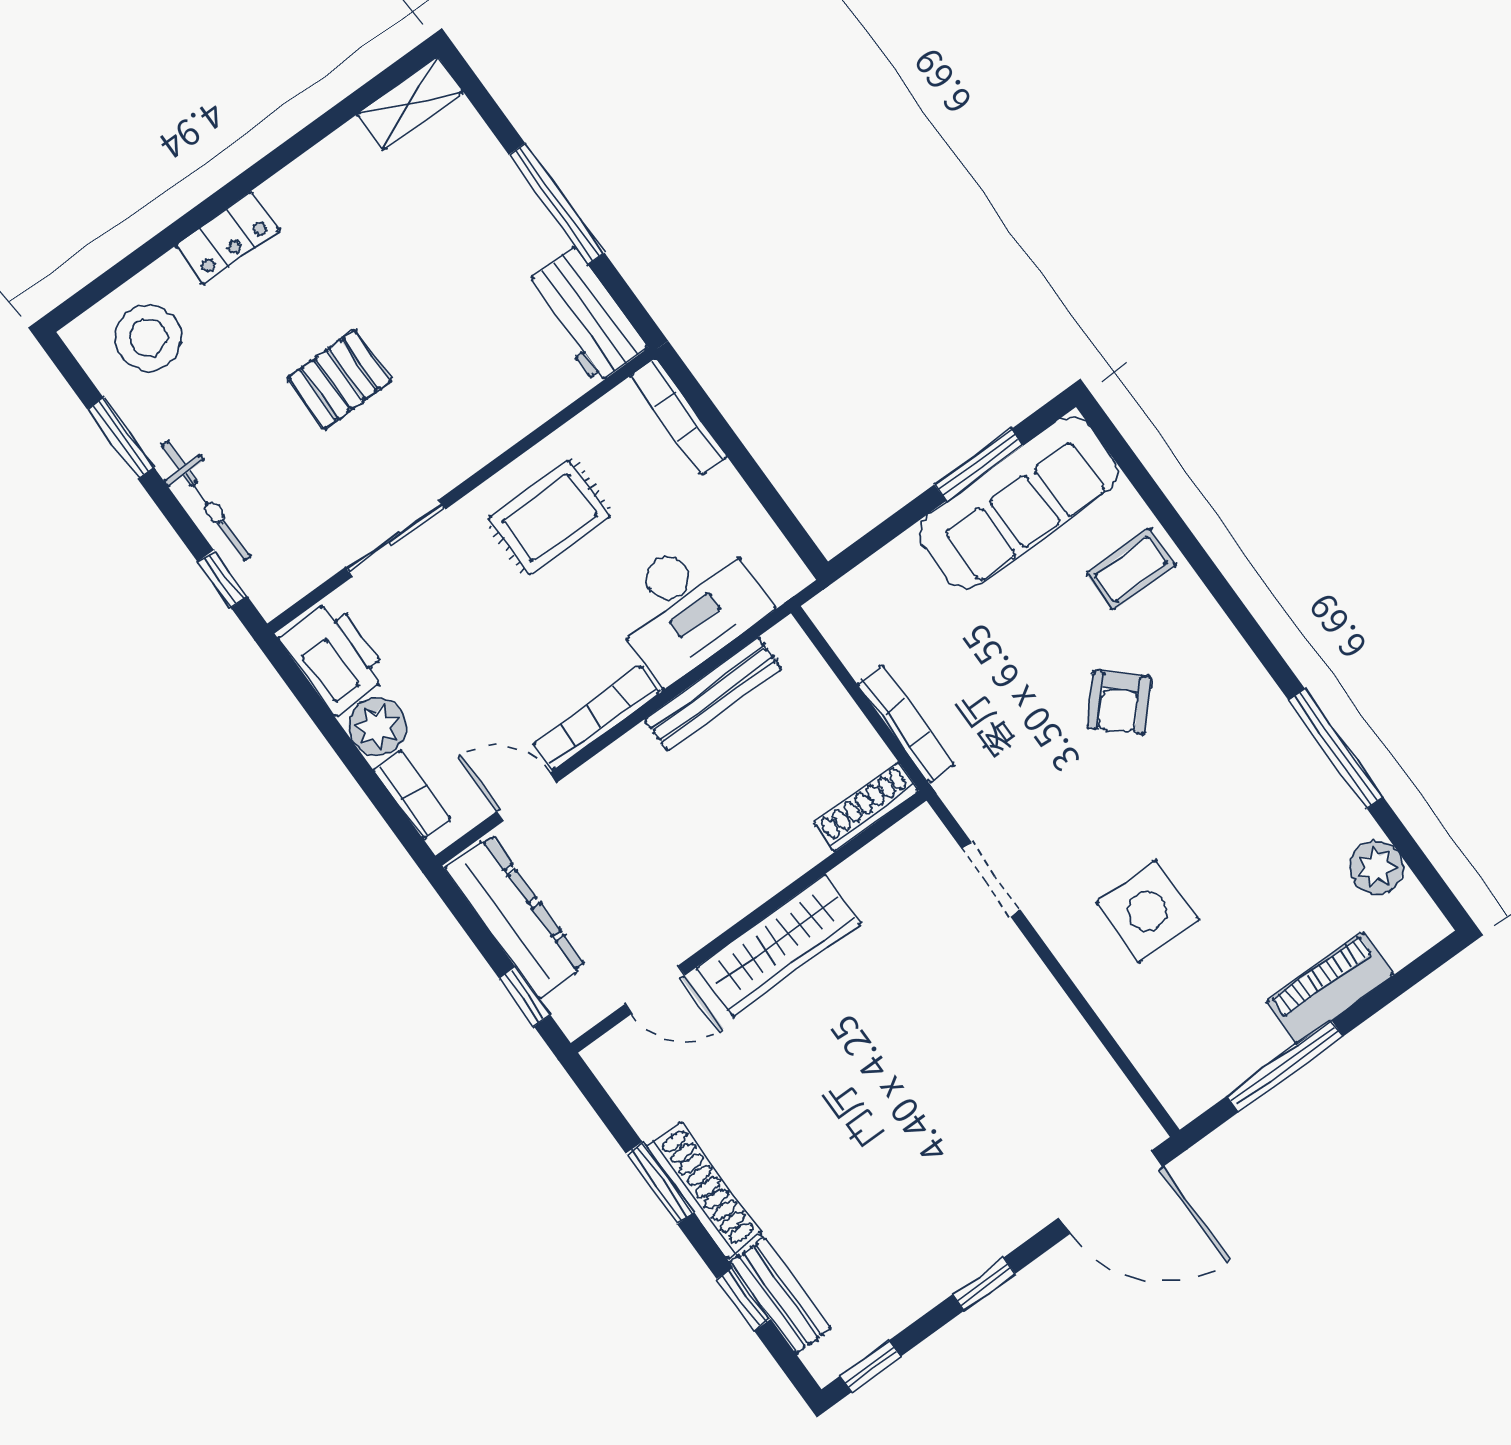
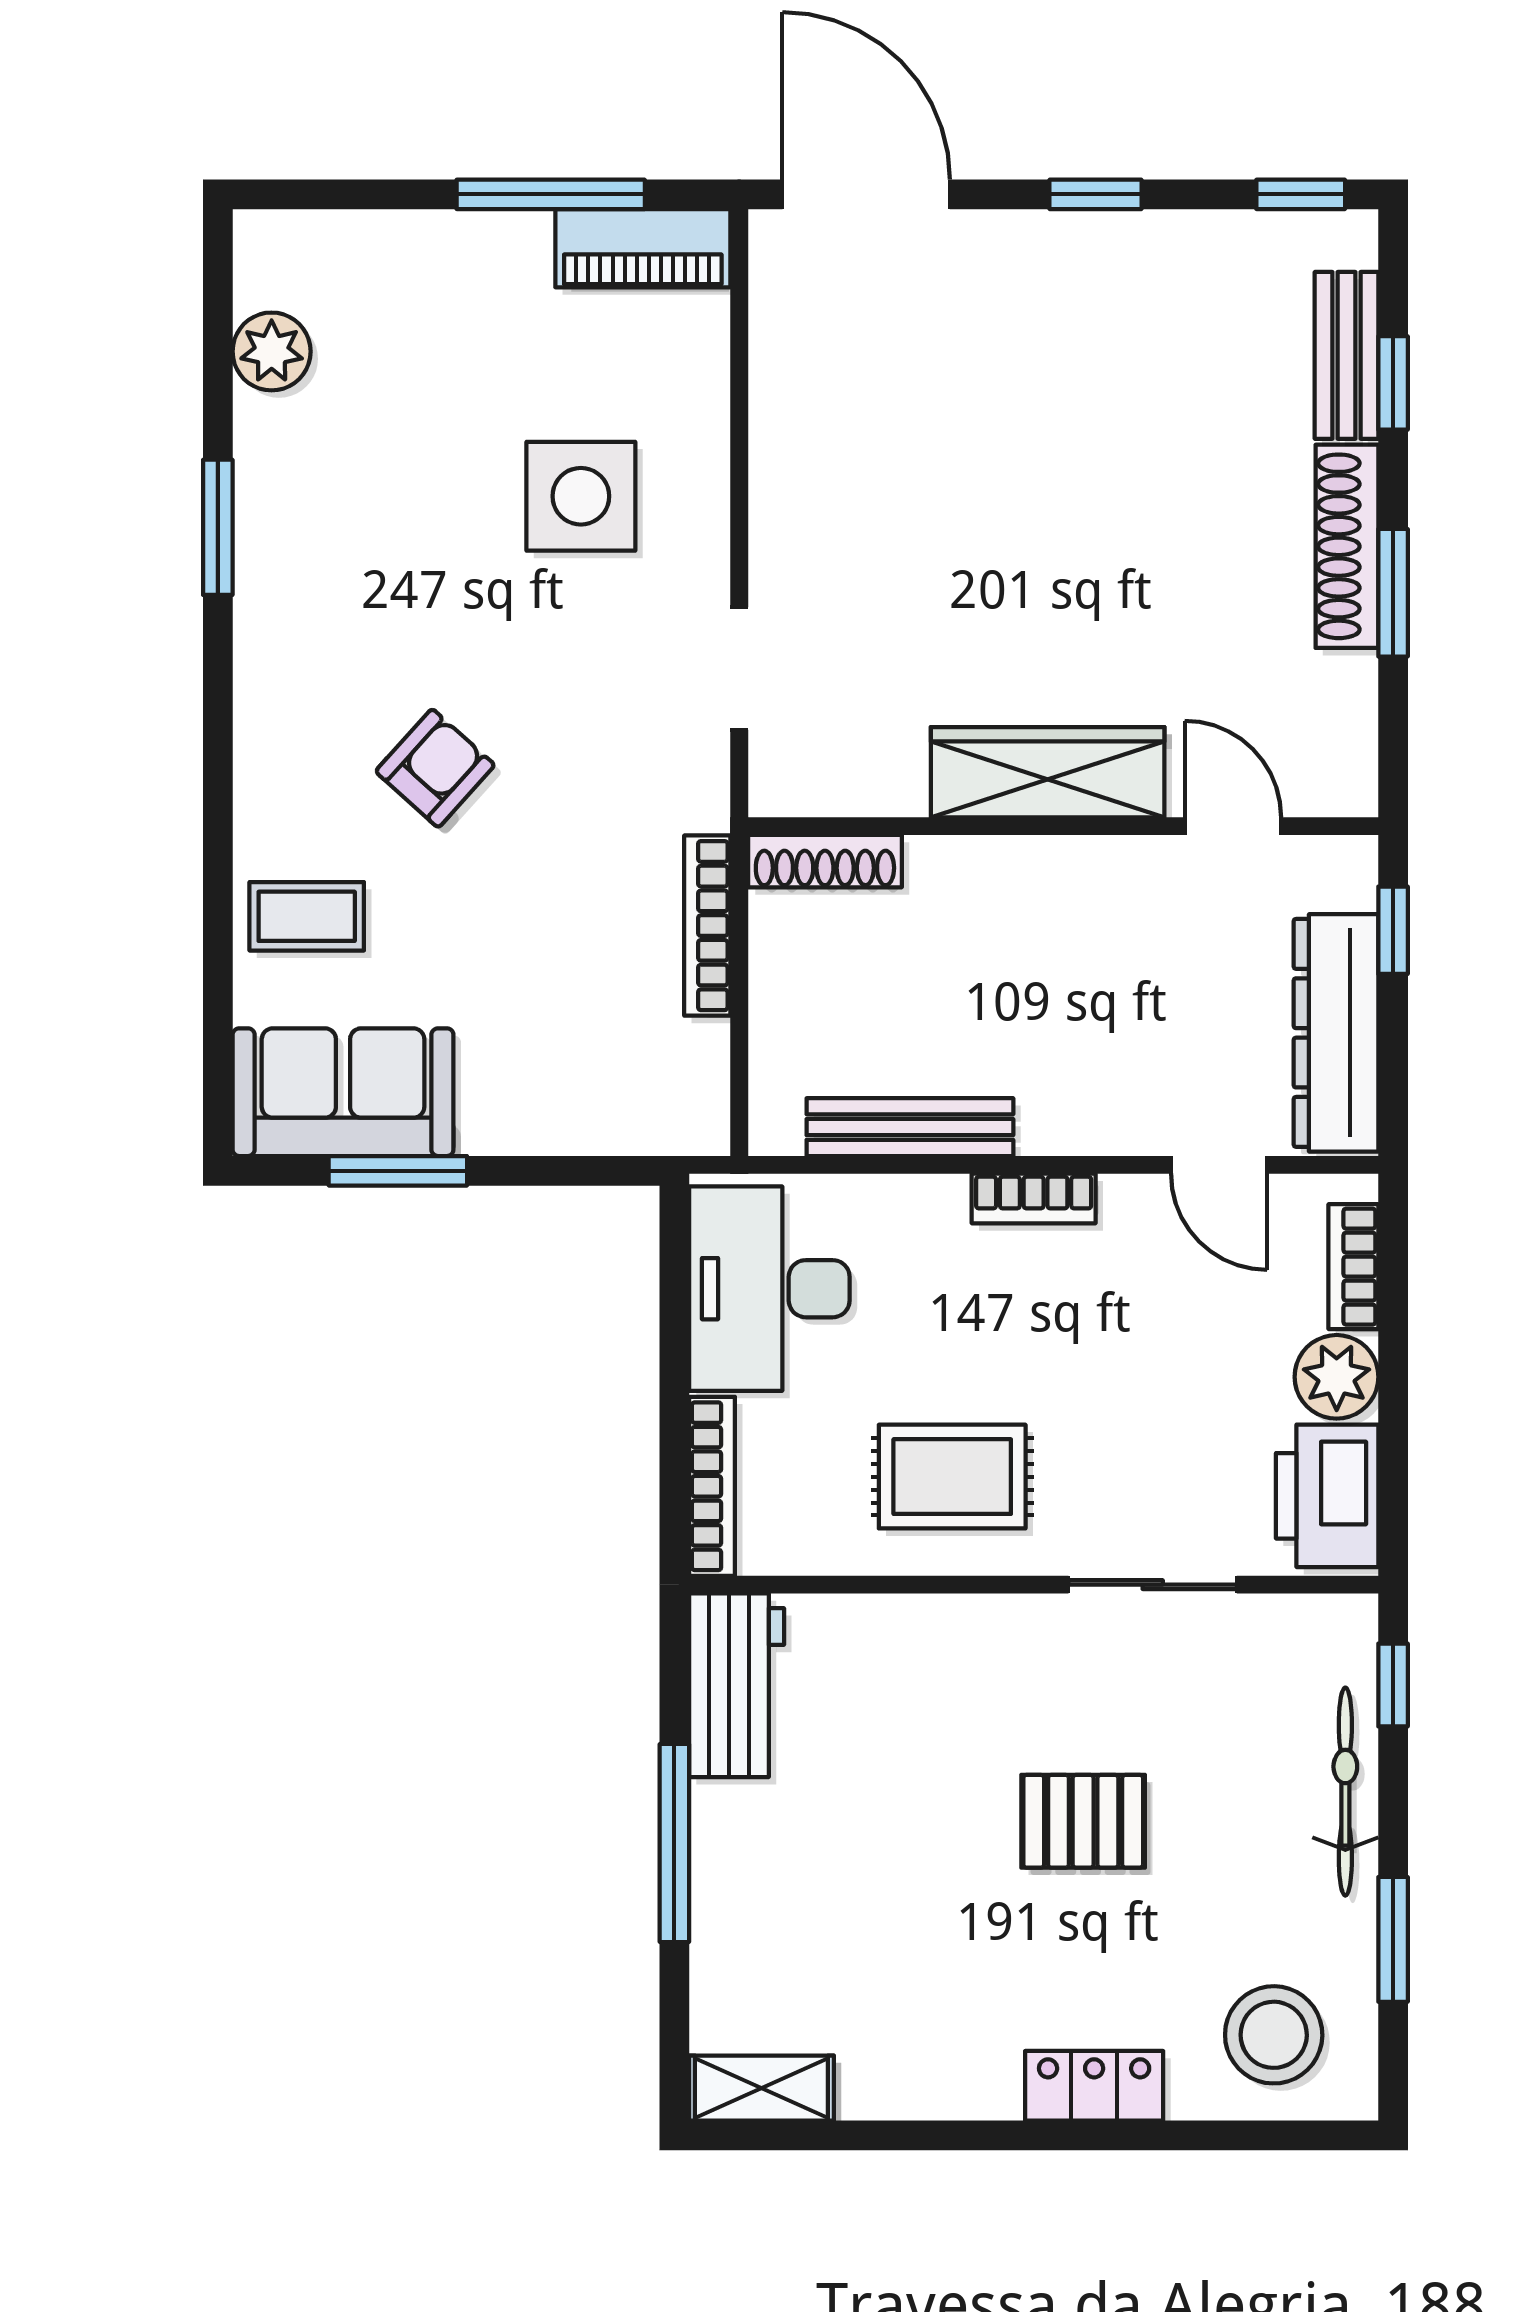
sofa: (1018, 502) -> (343, 1092), width x0.73
desk: (688, 605) -> (769, 1289), moved, turned -90
bookcase: (597, 718) -> (1034, 1198), width x0.64
window: (1336, 749) -> (218, 527), width x0.69
piano: (1330, 988) -> (643, 248), moved

